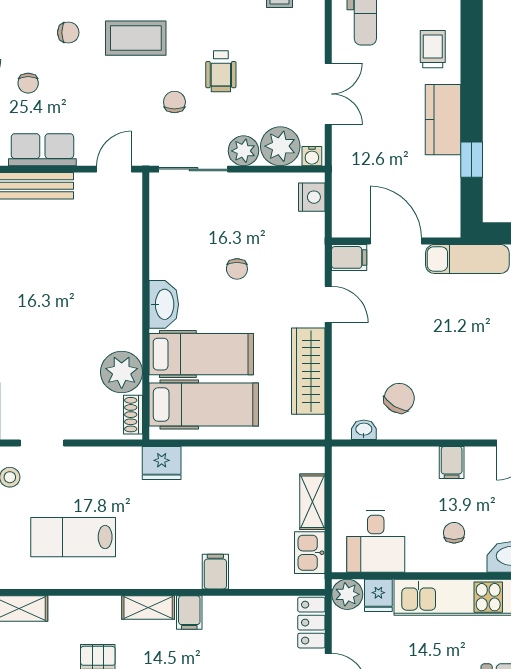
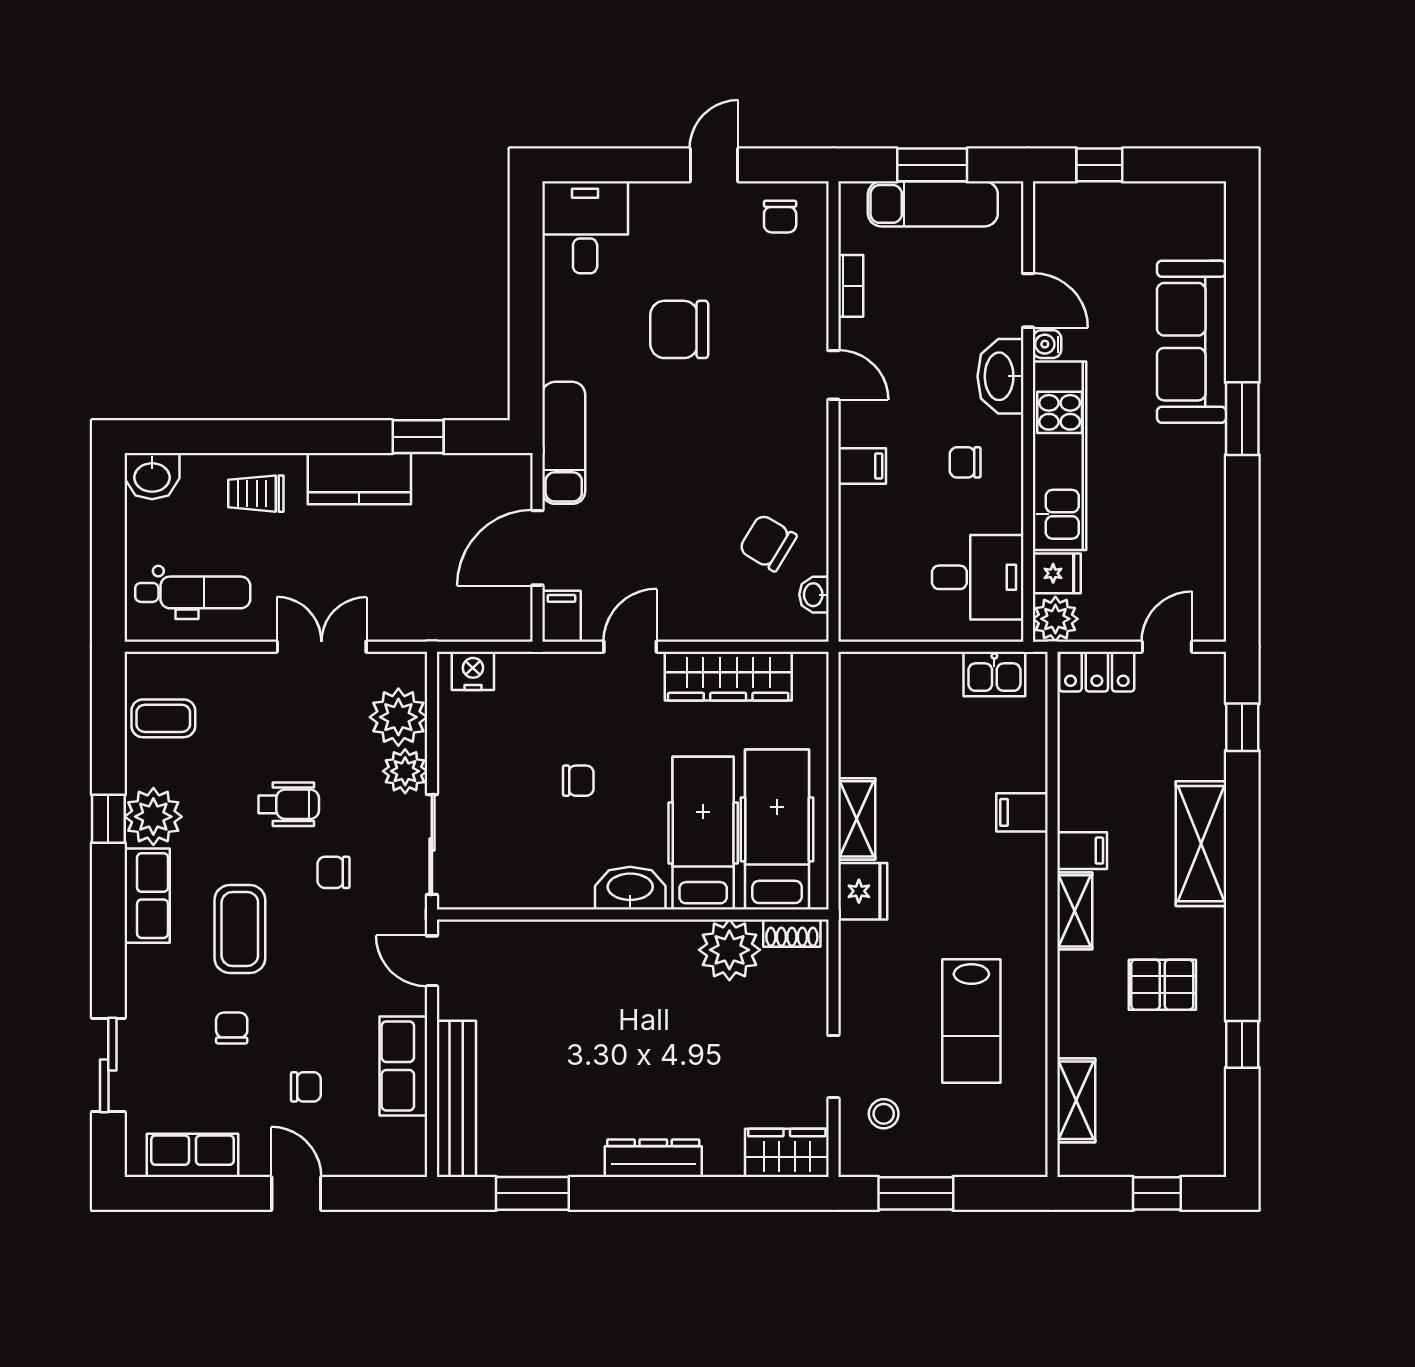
water cooler: (312, 156) -> (413, 671), removed
shelving: (312, 502) -> (857, 819), moved, turned 90

